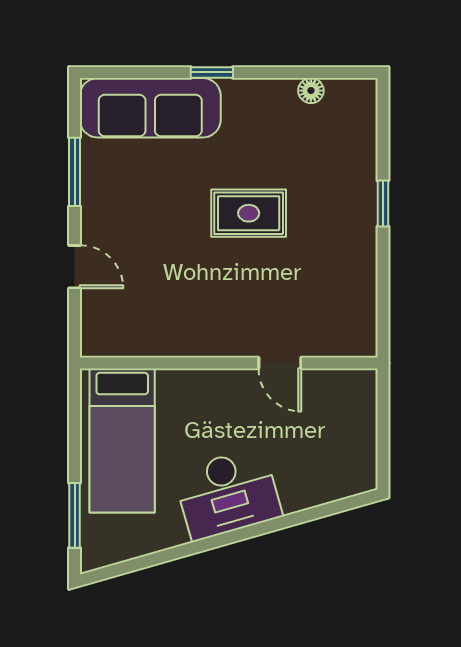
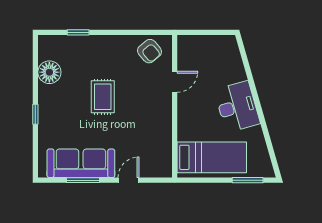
floor lamp: (311, 91) -> (49, 72), width x1.89, depth x1.89
sofa: (150, 108) -> (81, 163), moved, turned -90
window: (383, 203) -> (78, 32), moved
armchair: (344, 311) -> (150, 51), added

